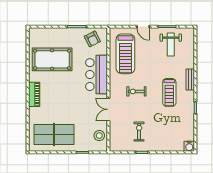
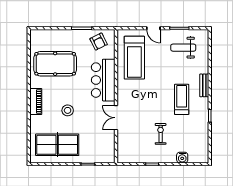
weight bench: (171, 45) -> (183, 48), turned 90
exercise bike: (136, 91) -> (146, 98), removed
treadmill: (169, 92) -> (182, 99), turned 180
exercise bike: (139, 132) -> (161, 134), moved
stool: (99, 136) -> (68, 110), moved
water cooler: (189, 146) -> (182, 158), moved

